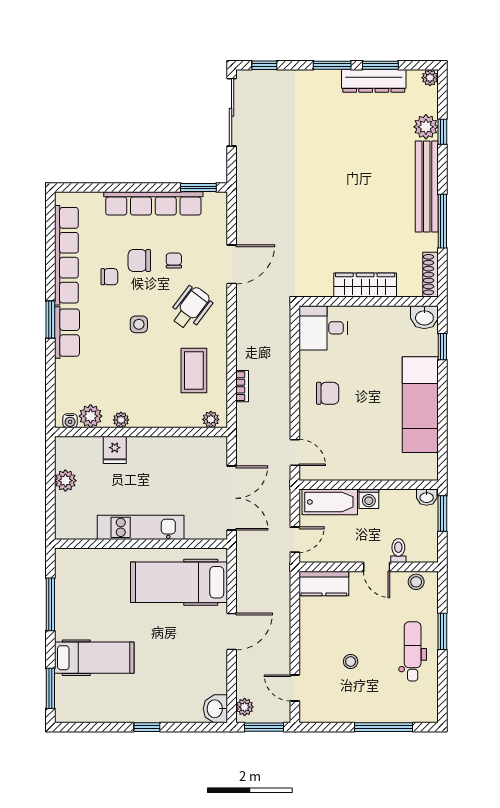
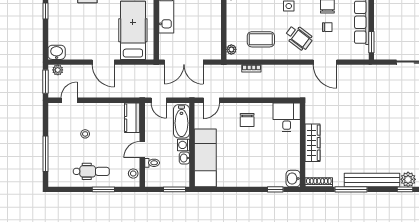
exam couch: (420, 405) -> (205, 158), moved, turned 90
washbasin: (427, 497) -> (184, 158), moved

